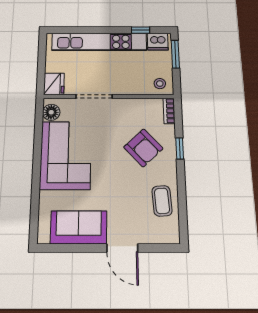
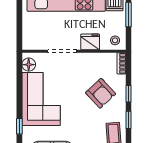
fridge: (54, 84) -> (90, 42), moved, turned -90
window: (181, 182) -> (129, 120), added
window: (36, 191) -> (19, 126), added

